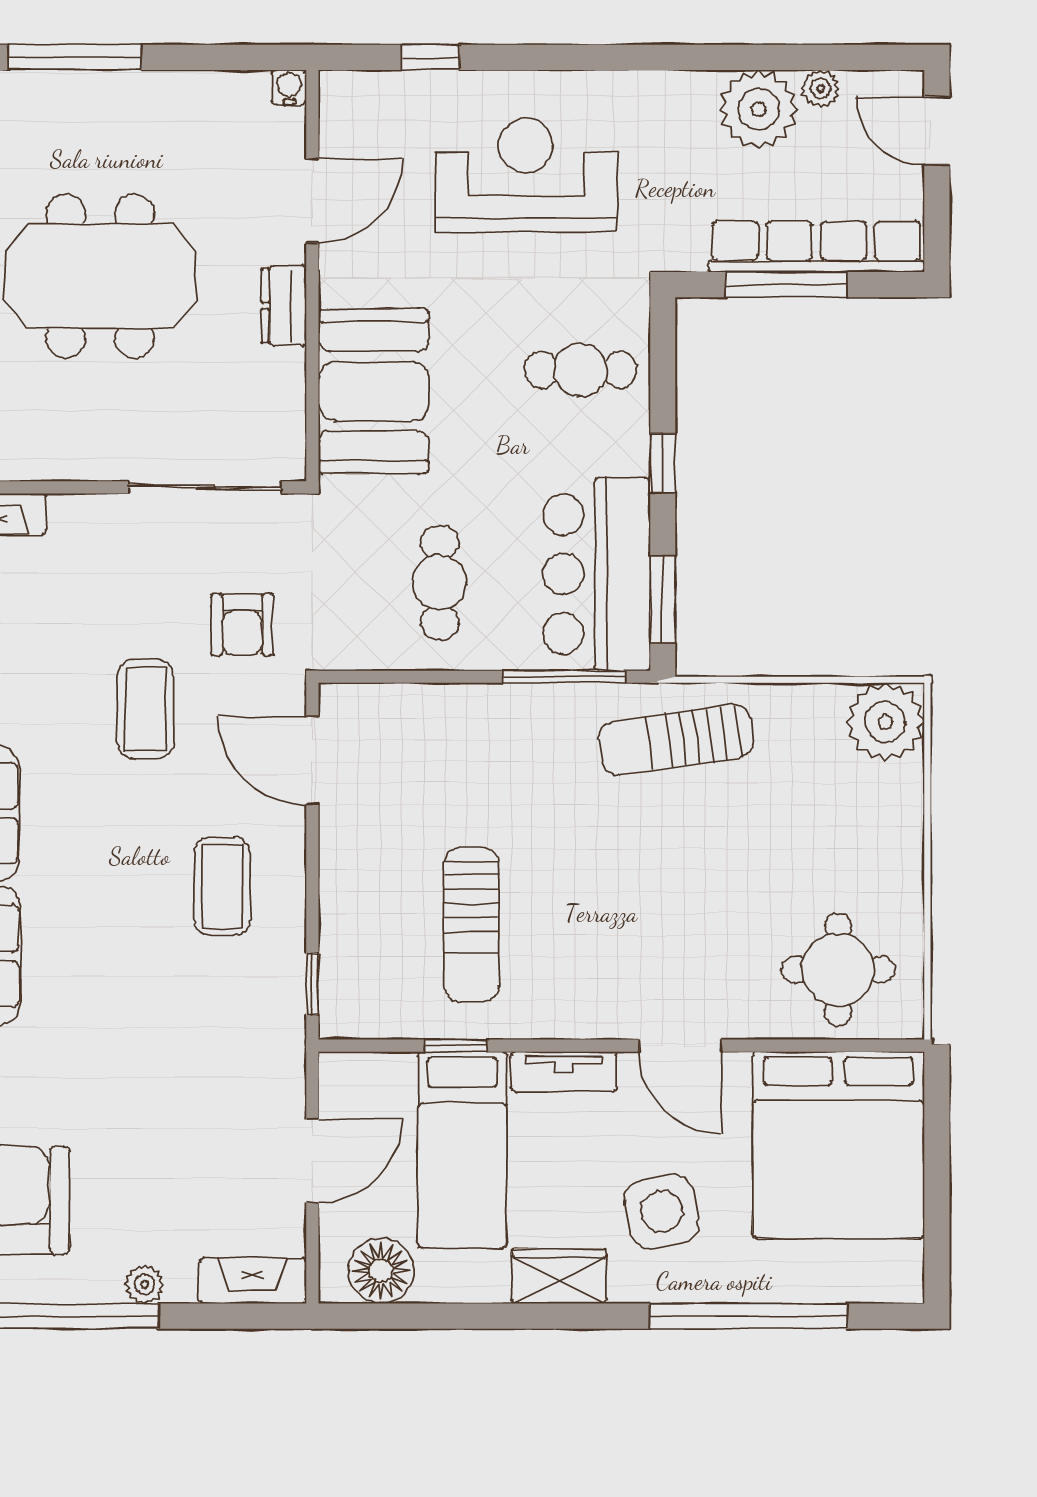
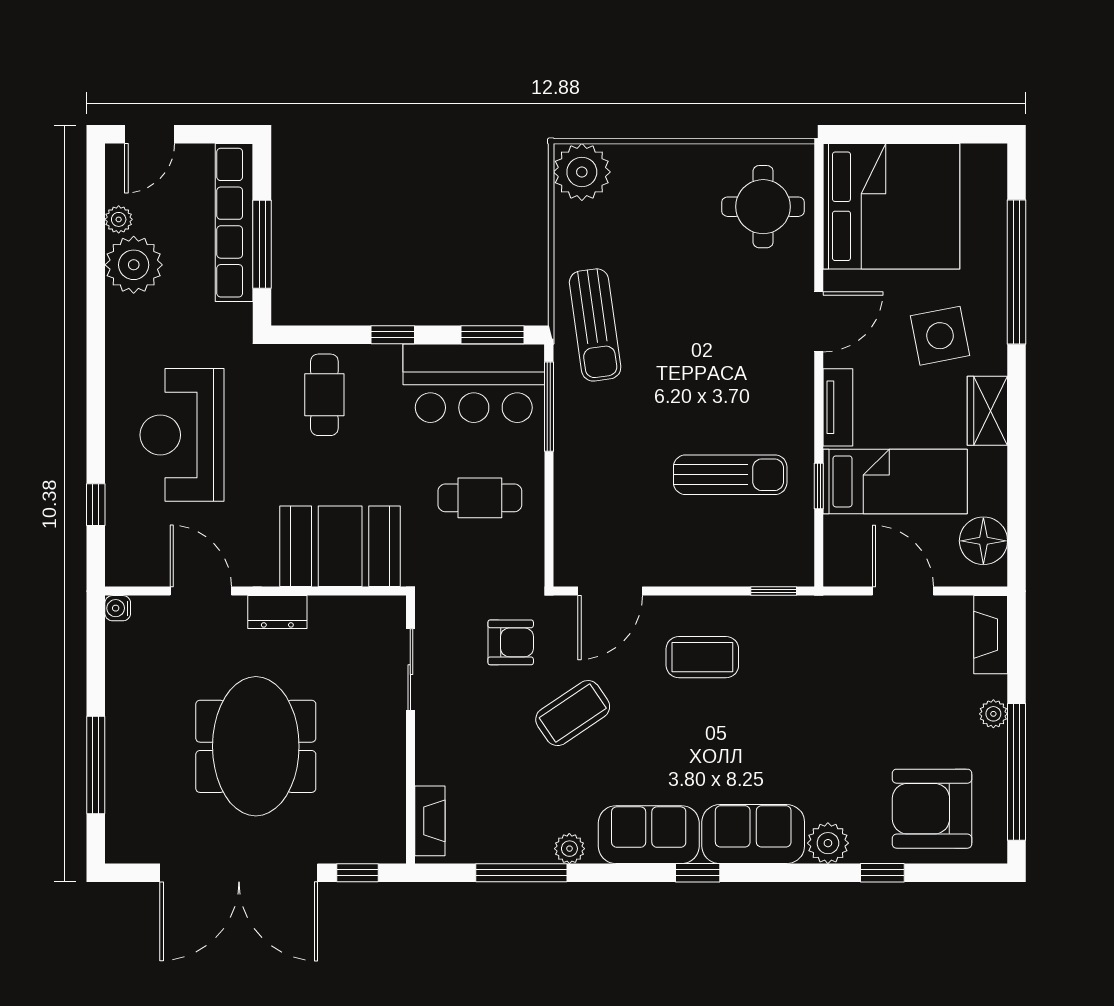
sliding door: (205, 487) -> (410, 670), width x0.73
coffee table: (146, 709) -> (573, 713), turned -34

